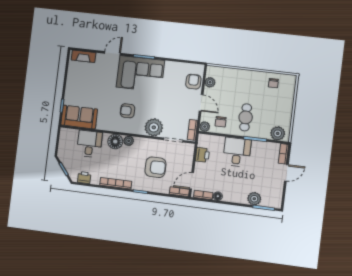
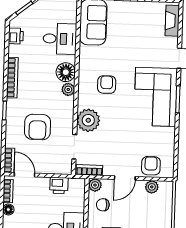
armchair: (193, 82) -> (151, 166), turned -90

